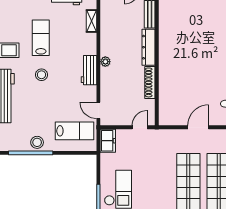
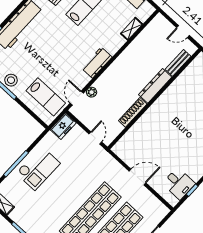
plant: (105, 62) -> (92, 92), moved
stool: (41, 75) -> (59, 34), removed
door: (140, 127) -> (95, 138), hinge flipped

